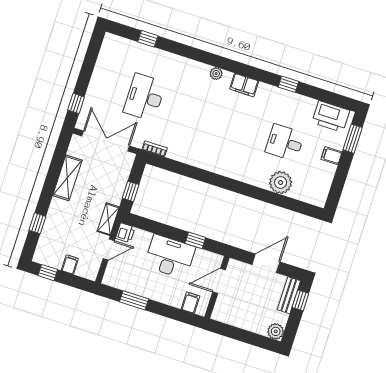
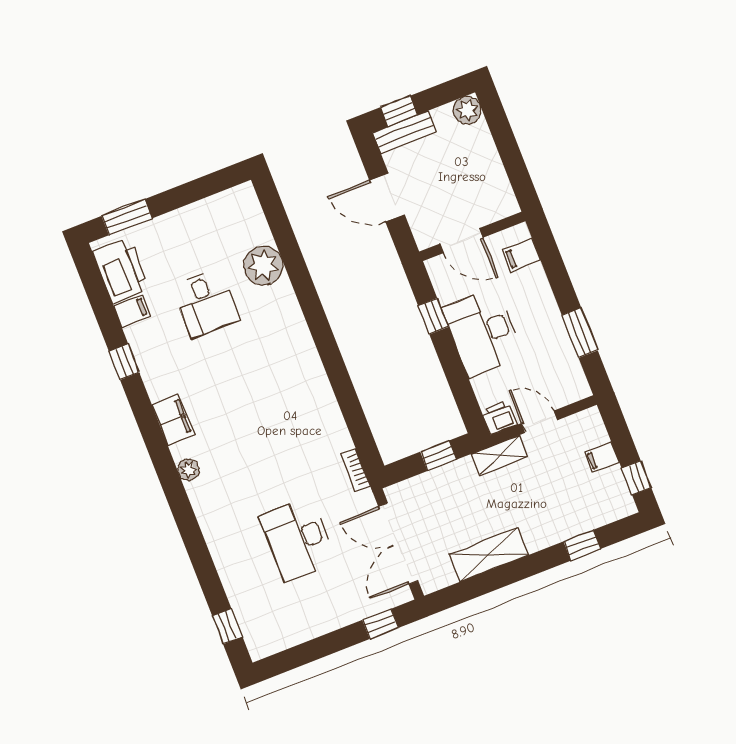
window: (148, 39) -> (227, 626), moved
desk: (145, 97) -> (298, 539), turned 90
filing cabinet: (331, 156) -> (132, 311), moved, turned -90

